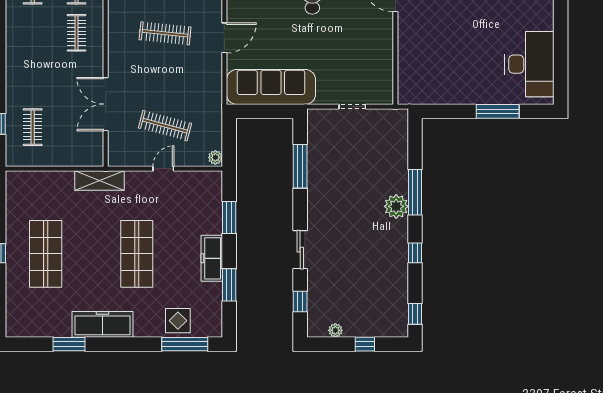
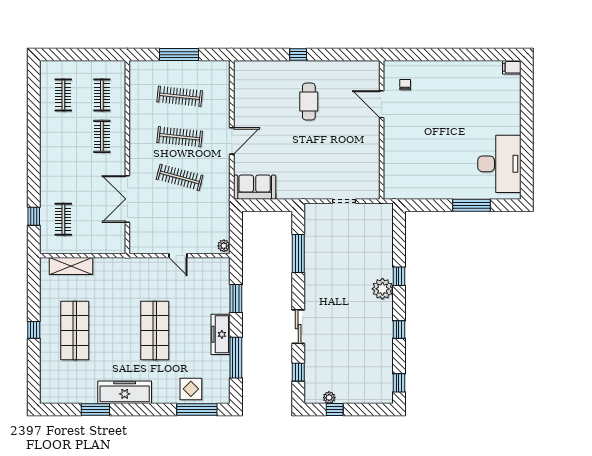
sofa: (271, 87) -> (255, 187), width x0.54, depth x0.79
clothes rail: (165, 126) -> (180, 177), moved
door: (163, 169) -> (178, 256), swing flipped
shelving: (100, 180) -> (71, 266), moved
window: (415, 192) -> (399, 276), width x0.46
window: (229, 285) -> (236, 358), width x1.44
window: (365, 344) -> (335, 410), moved

